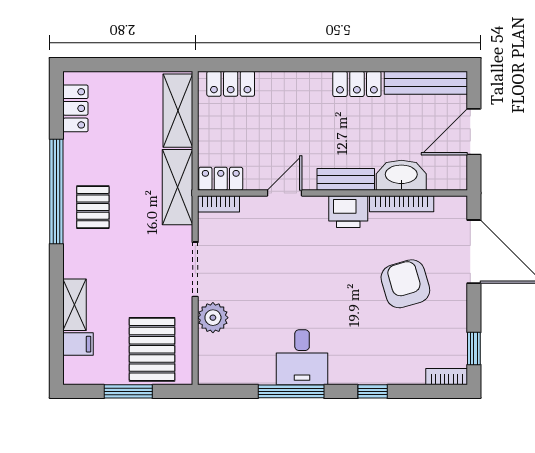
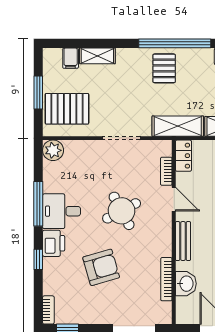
washbasin: (401, 175) -> (186, 284), width x0.72
bookcase: (219, 204) -> (166, 171), moved
pallet: (93, 207) -> (164, 68), turned 90
printer: (348, 212) -> (54, 243), moved, turned 180
round table: (302, 269) -> (122, 211), added
armchair: (405, 284) -> (101, 267), moved
plant: (213, 318) -> (53, 150), moved

